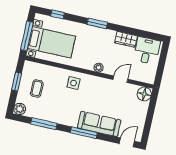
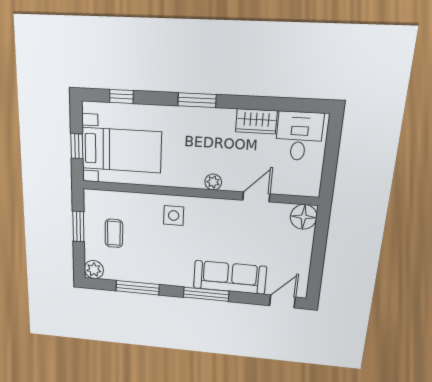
window: (27, 36) -> (77, 146), width x0.46

